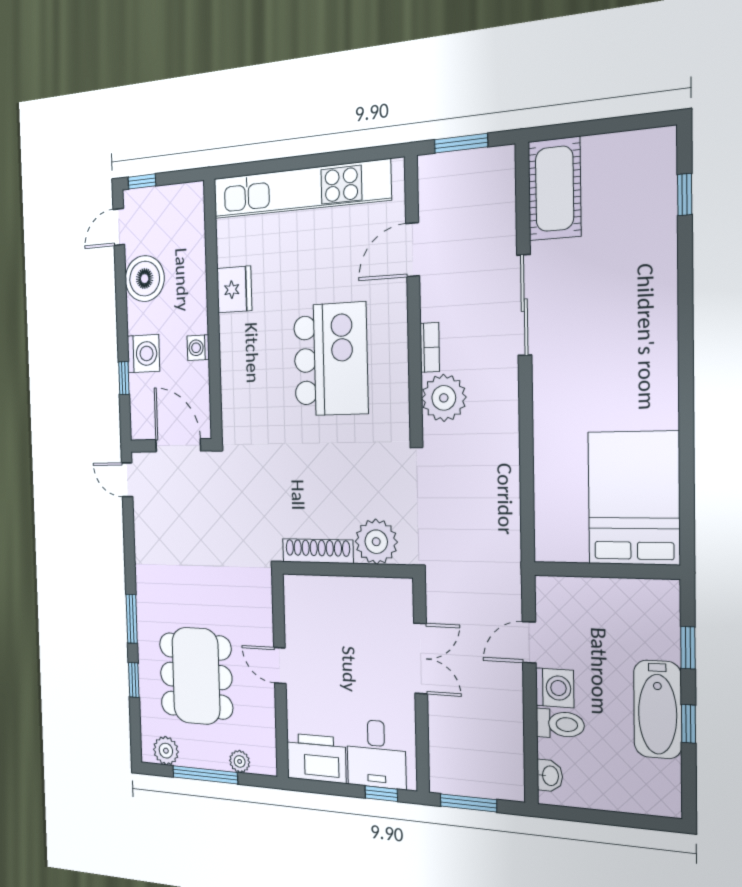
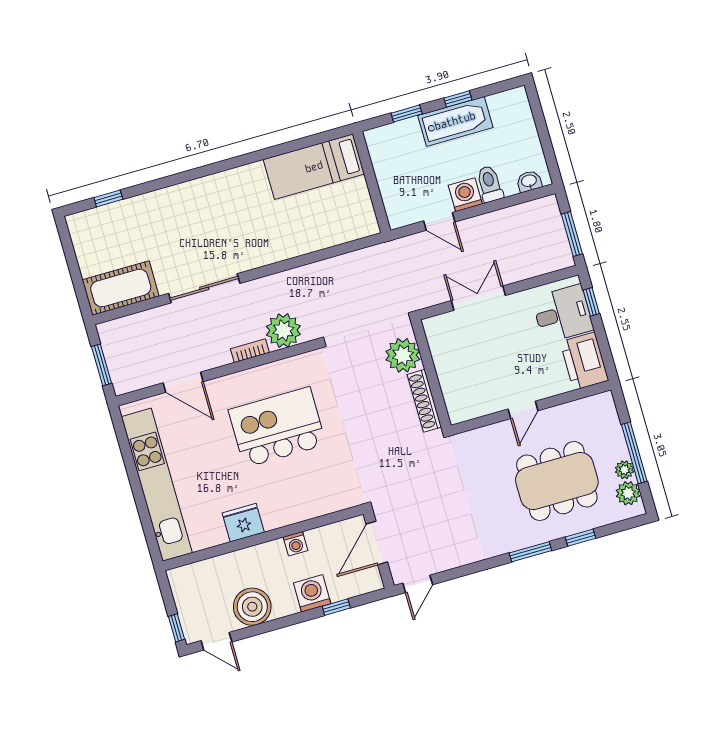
bed: (634, 498) -> (314, 167), width x0.67
plant: (240, 761) -> (624, 470), moved

